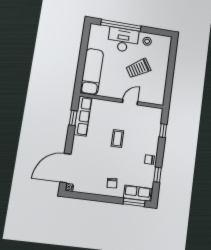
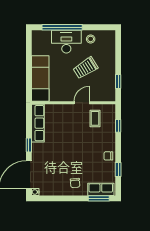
window: (169, 87) -> (118, 81), added
window: (73, 118) -> (29, 145), moved
coffee table: (117, 139) -> (95, 118), moved

